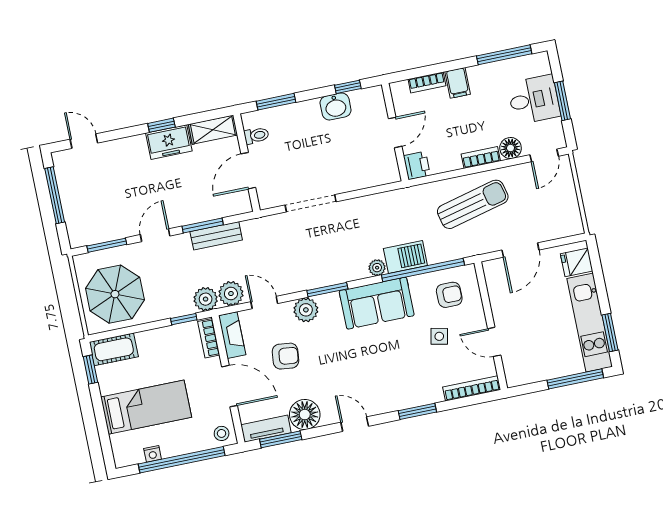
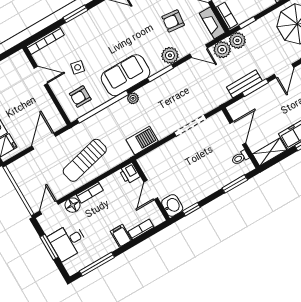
washbasin: (336, 106) -> (172, 205), moved, turned 90
barbecue: (405, 257) -> (142, 141), moved, turned 180

